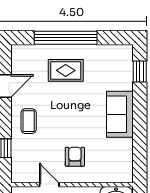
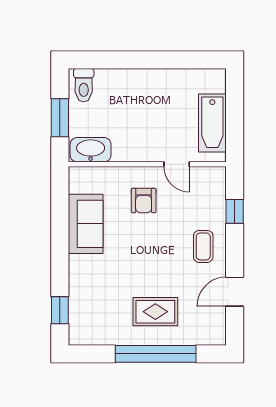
sofa: (120, 114) -> (86, 224), moved

